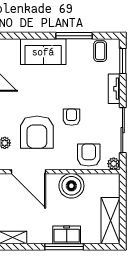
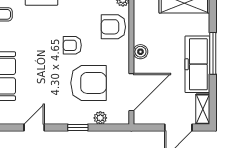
boiler: (71, 186) -> (140, 52), width x0.54, depth x0.54
freezer: (67, 235) -> (197, 64), width x1.91, depth x1.26

